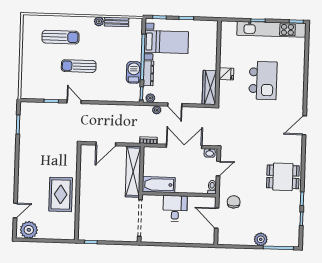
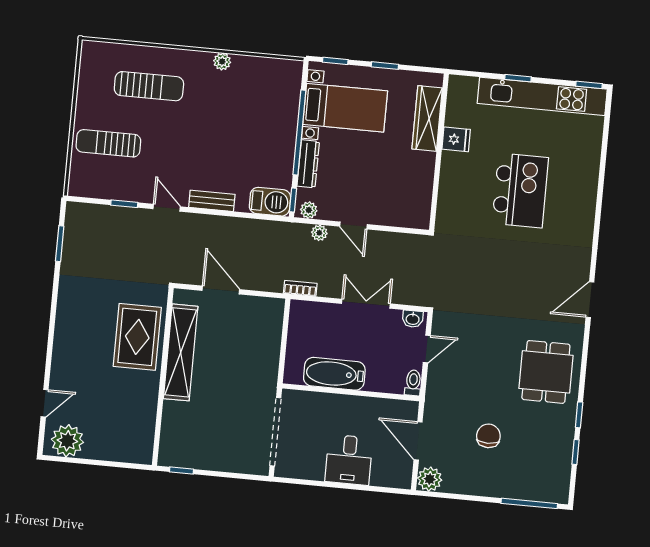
bench: (117, 22) -> (212, 201), moved
sun lounger: (79, 66) -> (108, 143), moved
barbecue: (134, 72) -> (270, 202), moved, turned 90
fridge: (226, 74) -> (456, 139), moved
wardrobe: (209, 87) -> (427, 118), moved
door: (304, 125) -> (590, 300), moved
door: (106, 144) -> (221, 290), swing flipped
double door: (184, 146) -> (366, 304), width x0.73
shelving: (133, 172) -> (181, 352), moved
dining table: (283, 177) -> (546, 372), turned 90
bathtub: (159, 185) -> (334, 374), moved
rug: (61, 194) -> (137, 337), moved
chair: (234, 202) -> (488, 436), moved
desk: (175, 208) -> (349, 460), moved, turned 180
plant: (261, 239) -> (430, 479), moved

